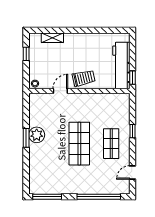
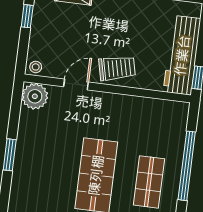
window: (132, 131) -> (187, 166), width x3.17
plant: (37, 135) -> (35, 96), moved

